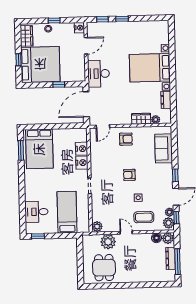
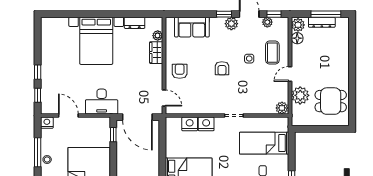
window: (54, 21) -> (38, 152), width x2.17
window: (59, 85) -> (113, 135), moved
plant: (169, 223) -> (231, 24), moved

